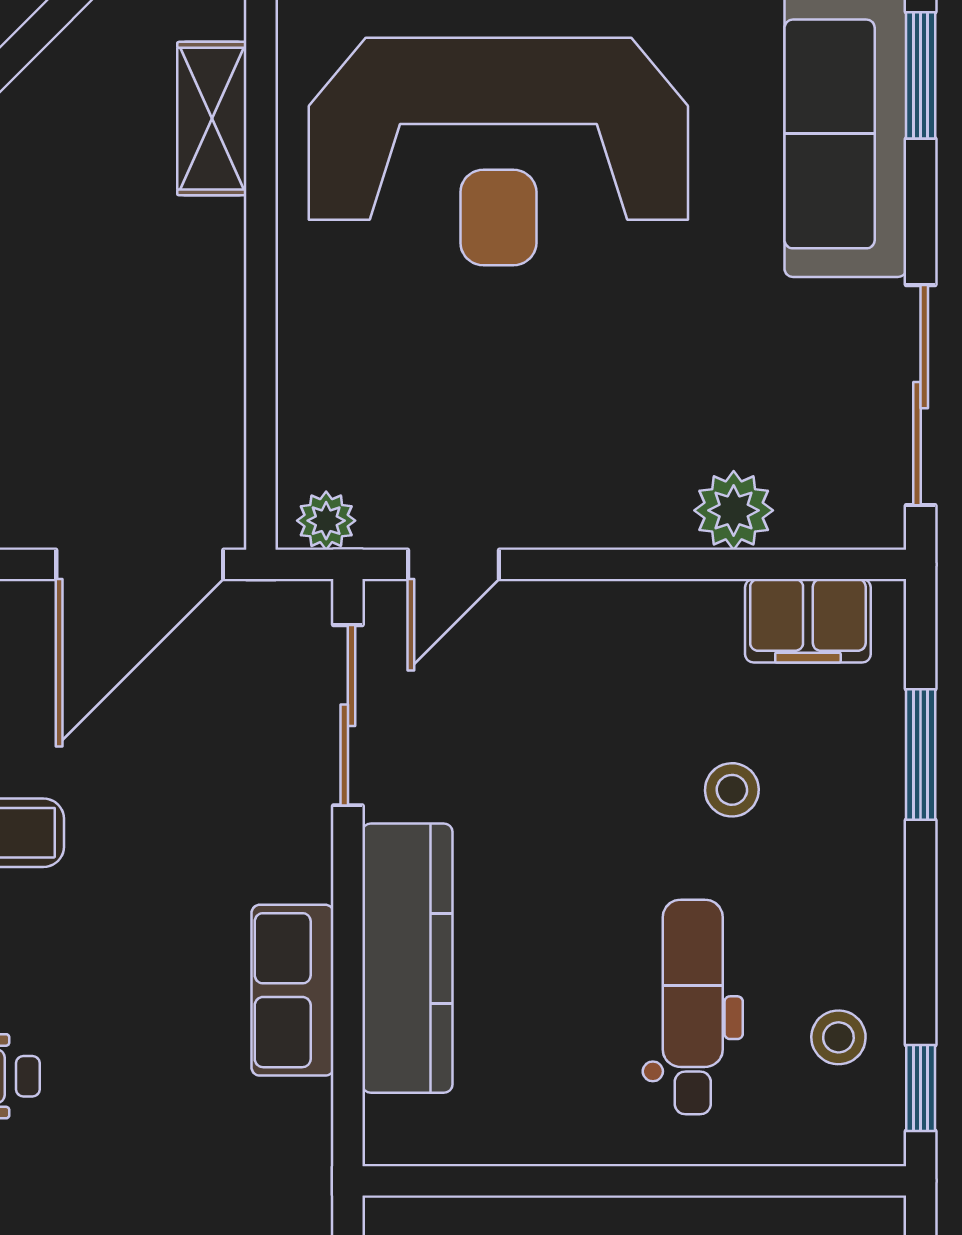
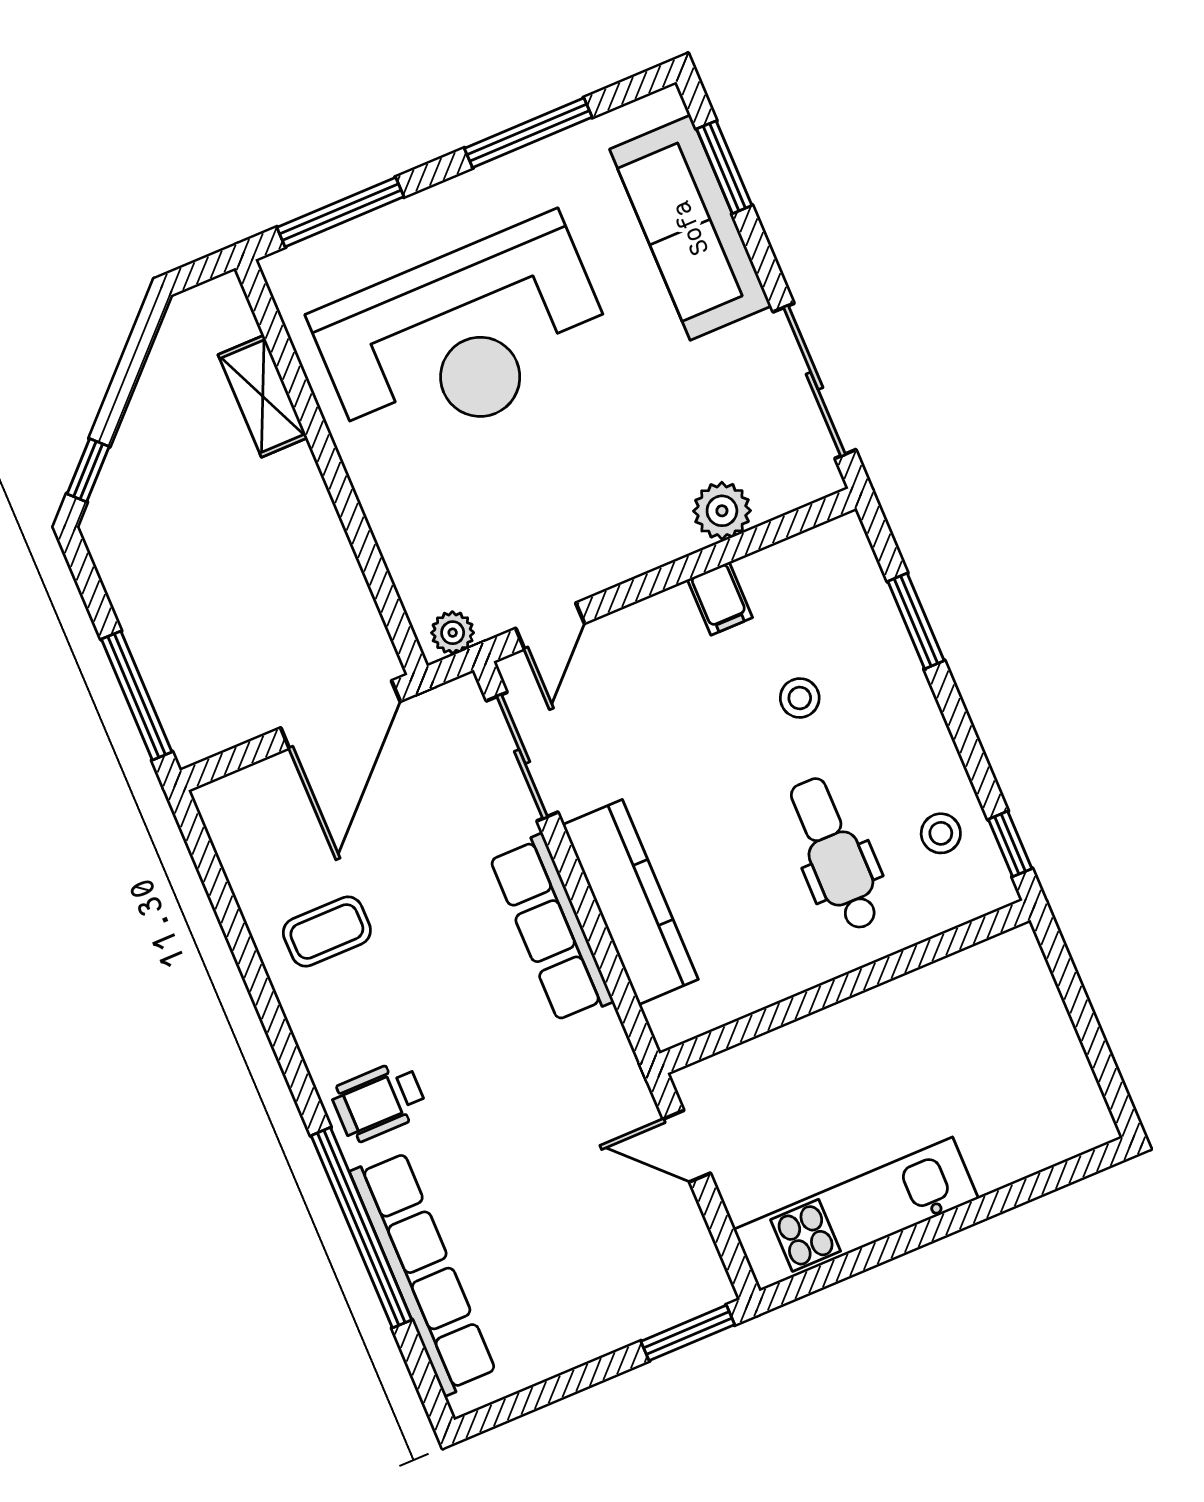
filing cabinet: (808, 621) -> (720, 599), moved, width x0.50
row of seats: (293, 990) -> (551, 929), width x1.48

